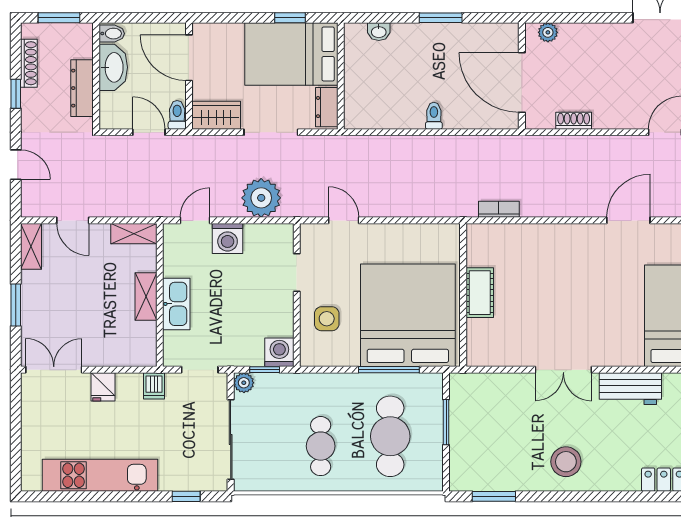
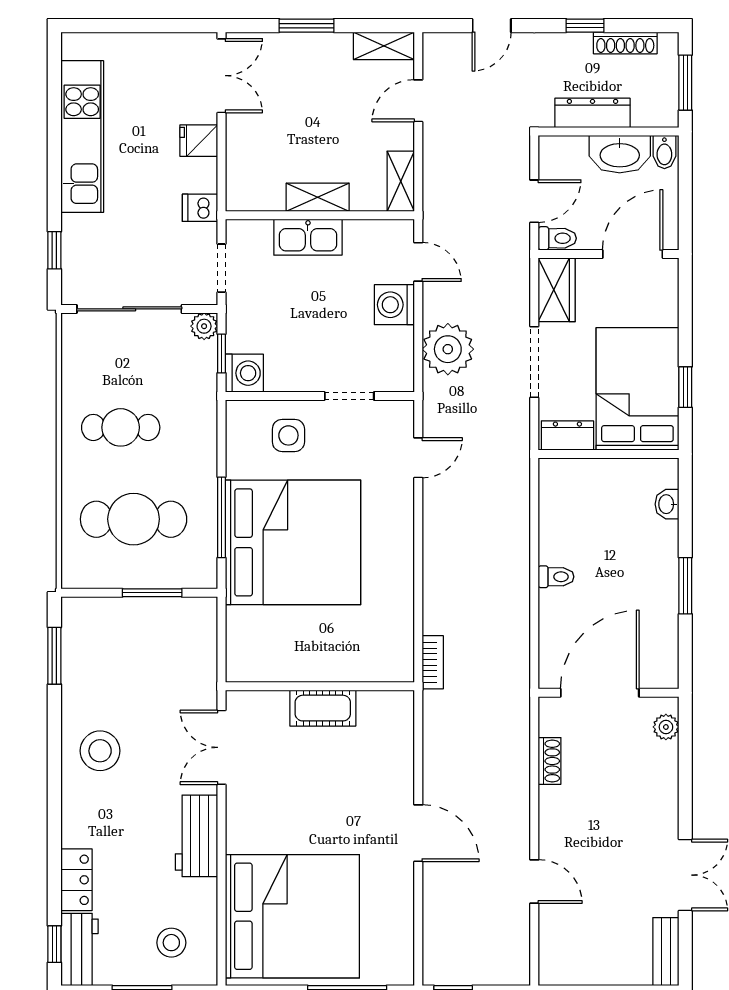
cot: (480, 293) -> (323, 708), moved
wall: (463, 295) -> (320, 686), moved

